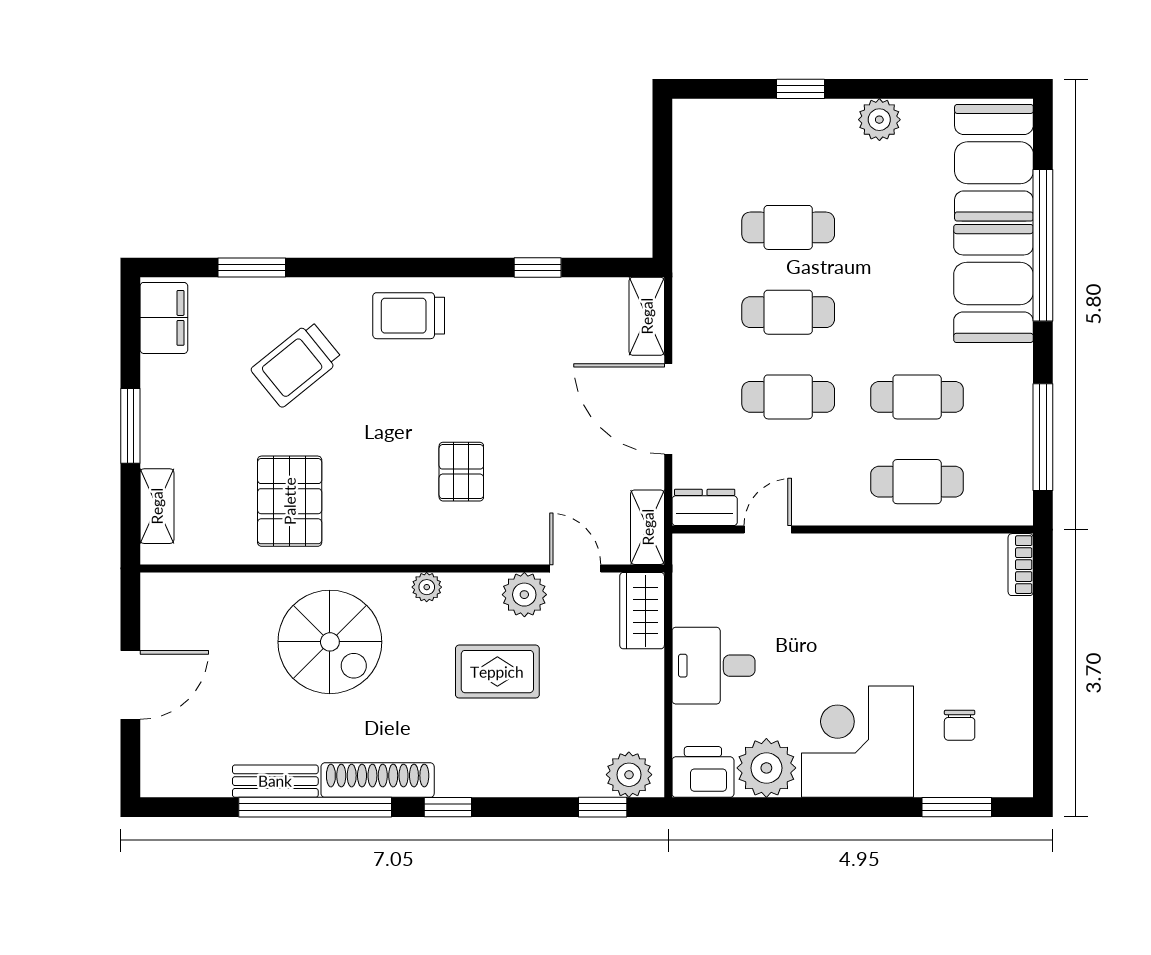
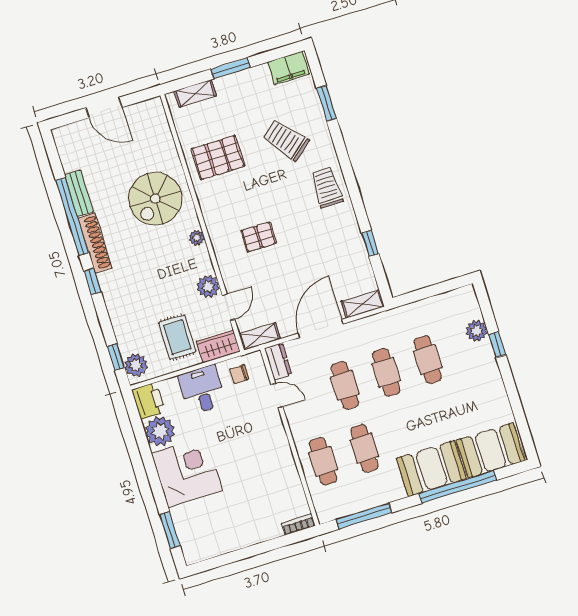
plant: (879, 120) -> (477, 331), moved
rug: (497, 672) -> (177, 337), moved
chair: (960, 725) -> (239, 374), moved

